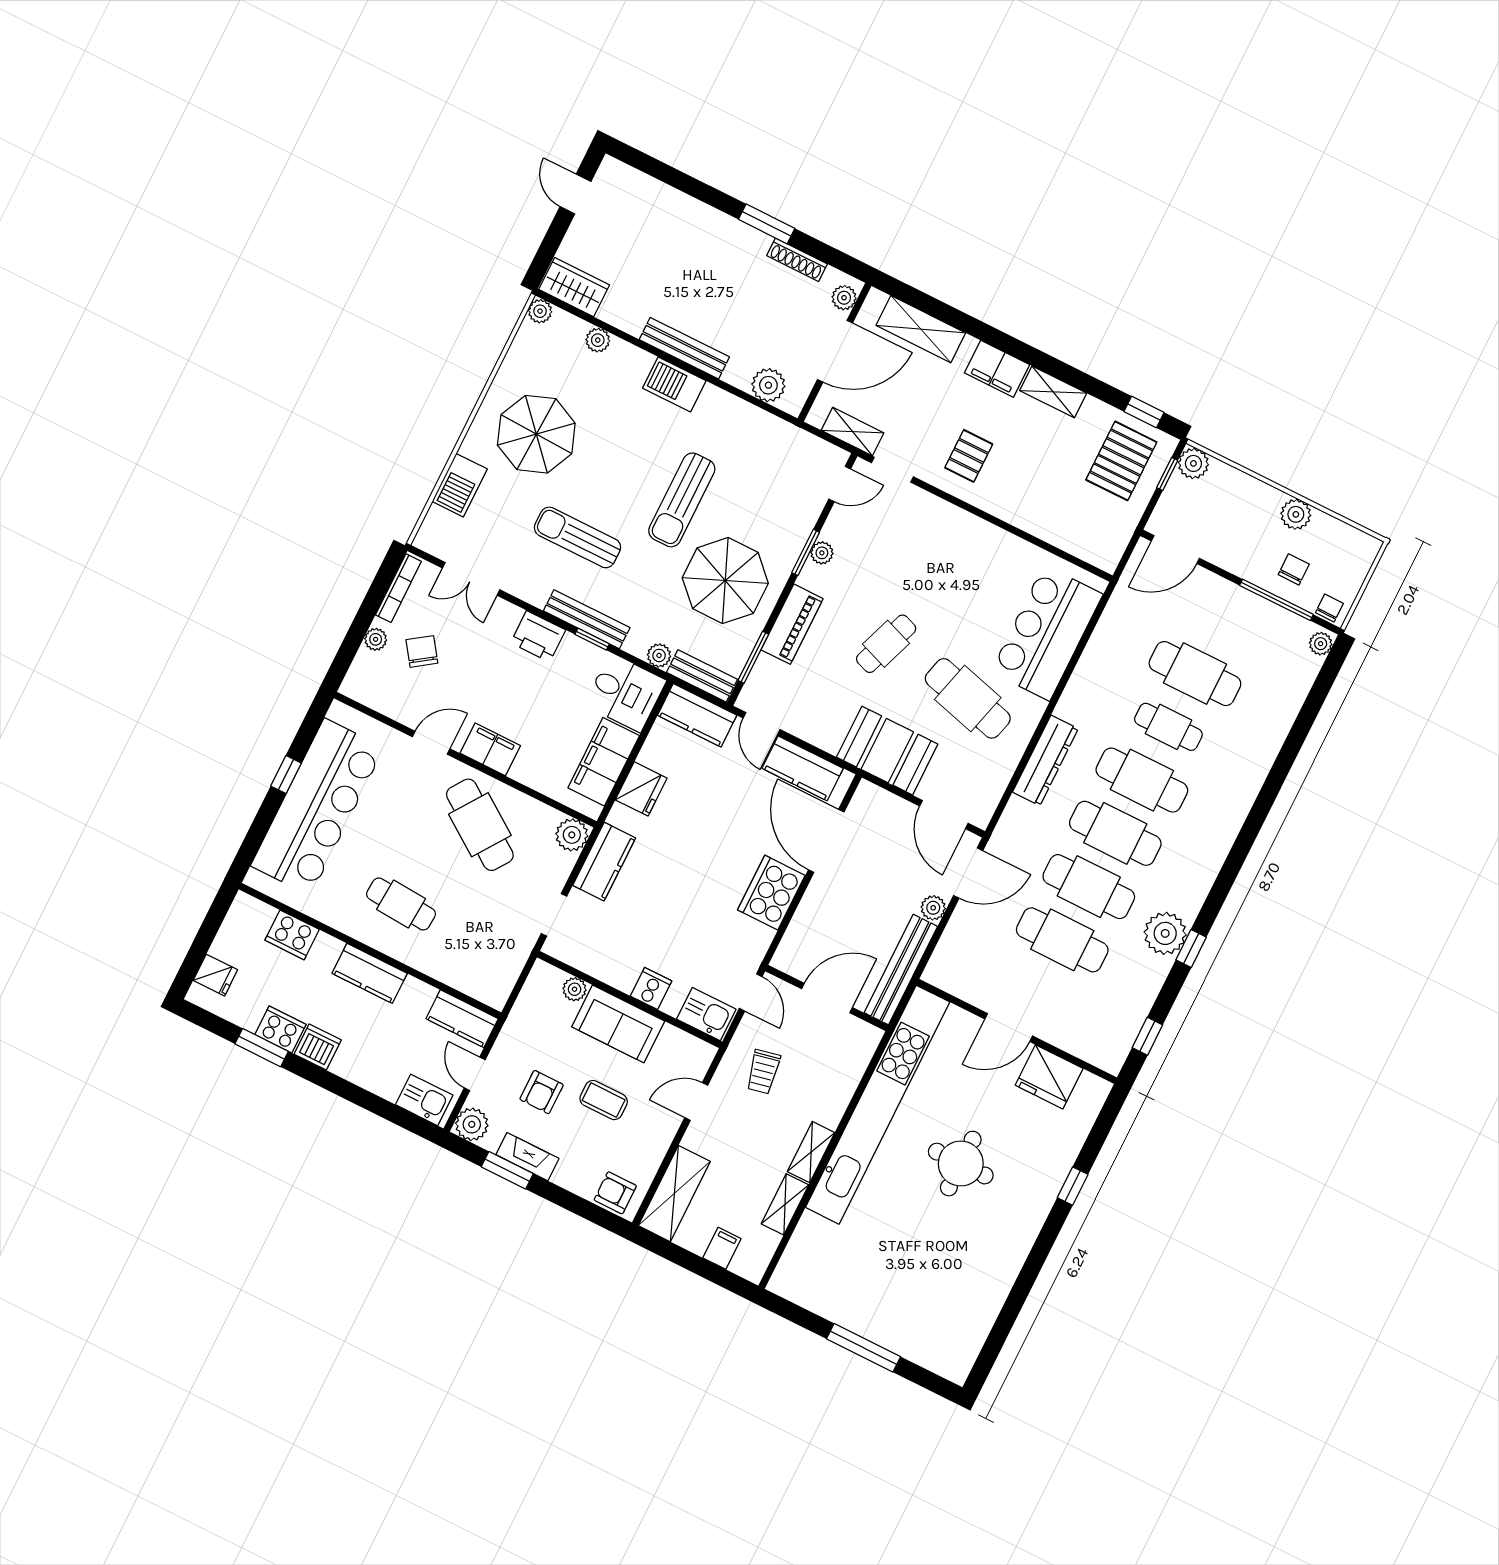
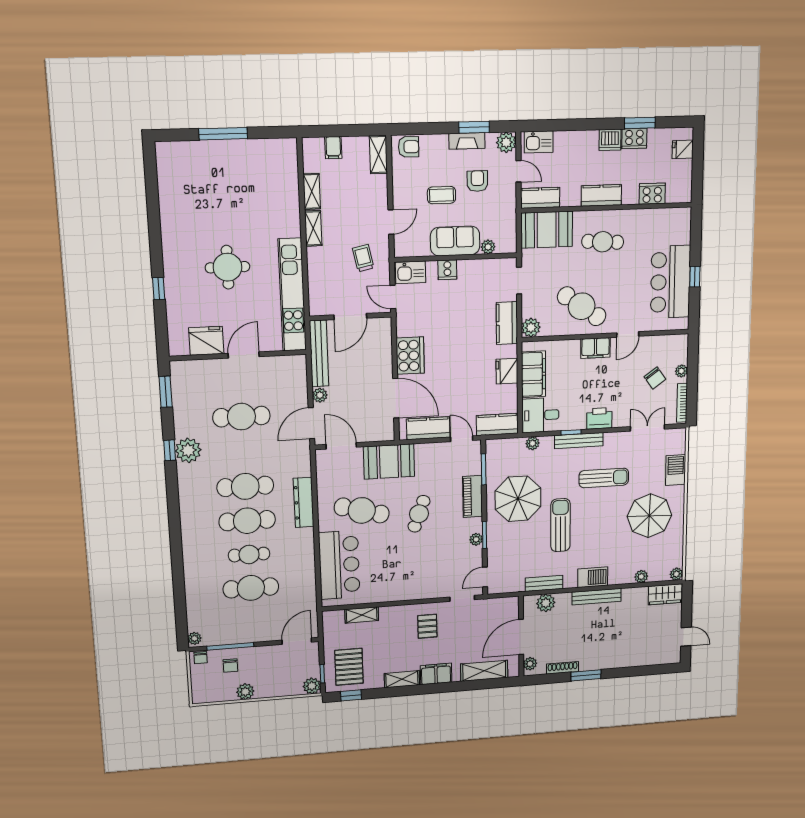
shelving: (853, 432) -> (362, 615), moved
bench: (702, 676) -> (544, 583), moved
bar counter: (317, 807) -> (670, 282), width x0.73
cafe table: (1089, 887) -> (243, 452), removed
booth: (476, 967) -> (547, 230), added
window: (1147, 1036) -> (166, 392), width x1.50
kitchen unit: (878, 1105) -> (292, 295), width x0.73
shelving: (674, 1194) -> (378, 155), width x0.67, depth x0.75

